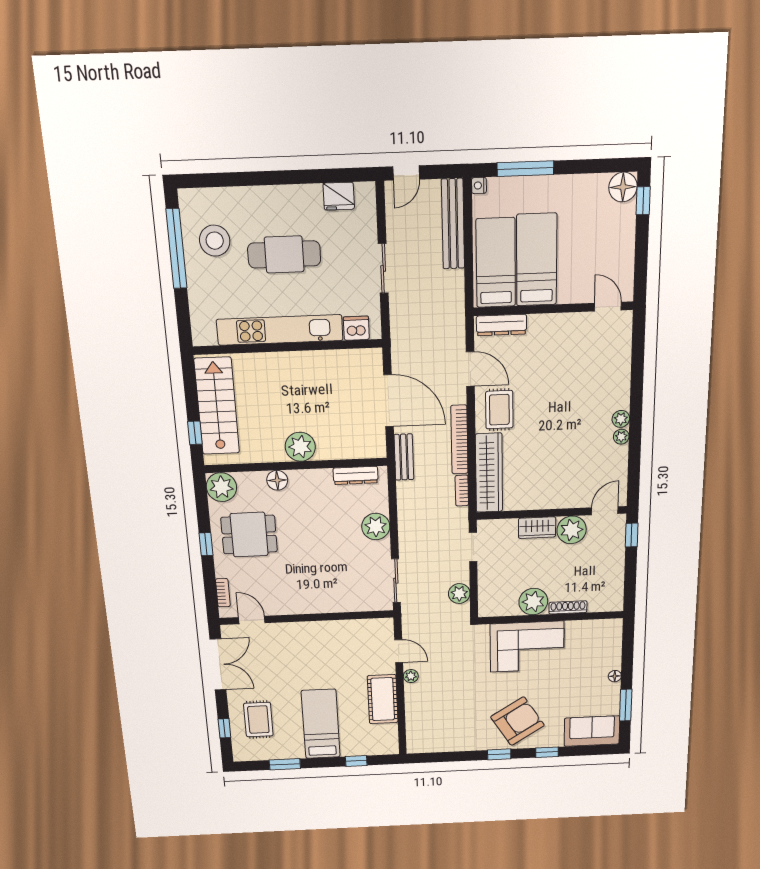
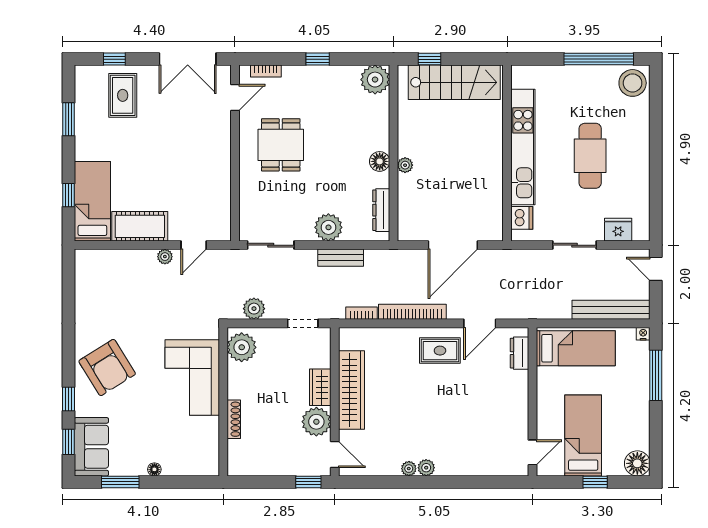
fridge: (339, 196) -> (618, 230), moved, turned 90
window: (643, 201) -> (595, 482), moved
stool: (215, 241) -> (633, 83), moved
bed: (537, 260) -> (583, 435), moved, turned -90
dresser: (501, 325) -> (519, 353), width x0.70
plant: (300, 447) -> (405, 165), width x0.53, depth x0.53
bench: (404, 457) -> (341, 258), moved
wardrobe: (489, 473) -> (351, 390), moved, turned -90
floor lamp: (277, 480) -> (380, 161), moved
dining table: (249, 535) -> (281, 145), moved
plant: (533, 602) -> (242, 347), moved
rug: (258, 720) -> (123, 95), turned 90
bed: (321, 724) -> (92, 201), moved, turned -90
window: (499, 754) -> (69, 442), moved

